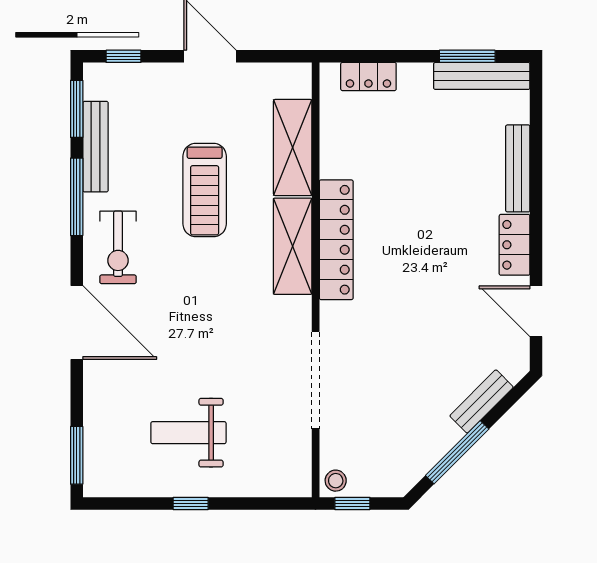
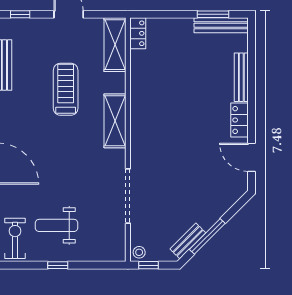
locker: (368, 76) -> (138, 33), moved, turned -90
shelving: (293, 147) -> (115, 45), moved
treadmill: (205, 190) -> (66, 89), turned 180
locker: (336, 240) -> (139, 117), removed
exercise bike: (118, 247) -> (15, 238), moved, turned 180
bench: (482, 401) -> (188, 241), moved

